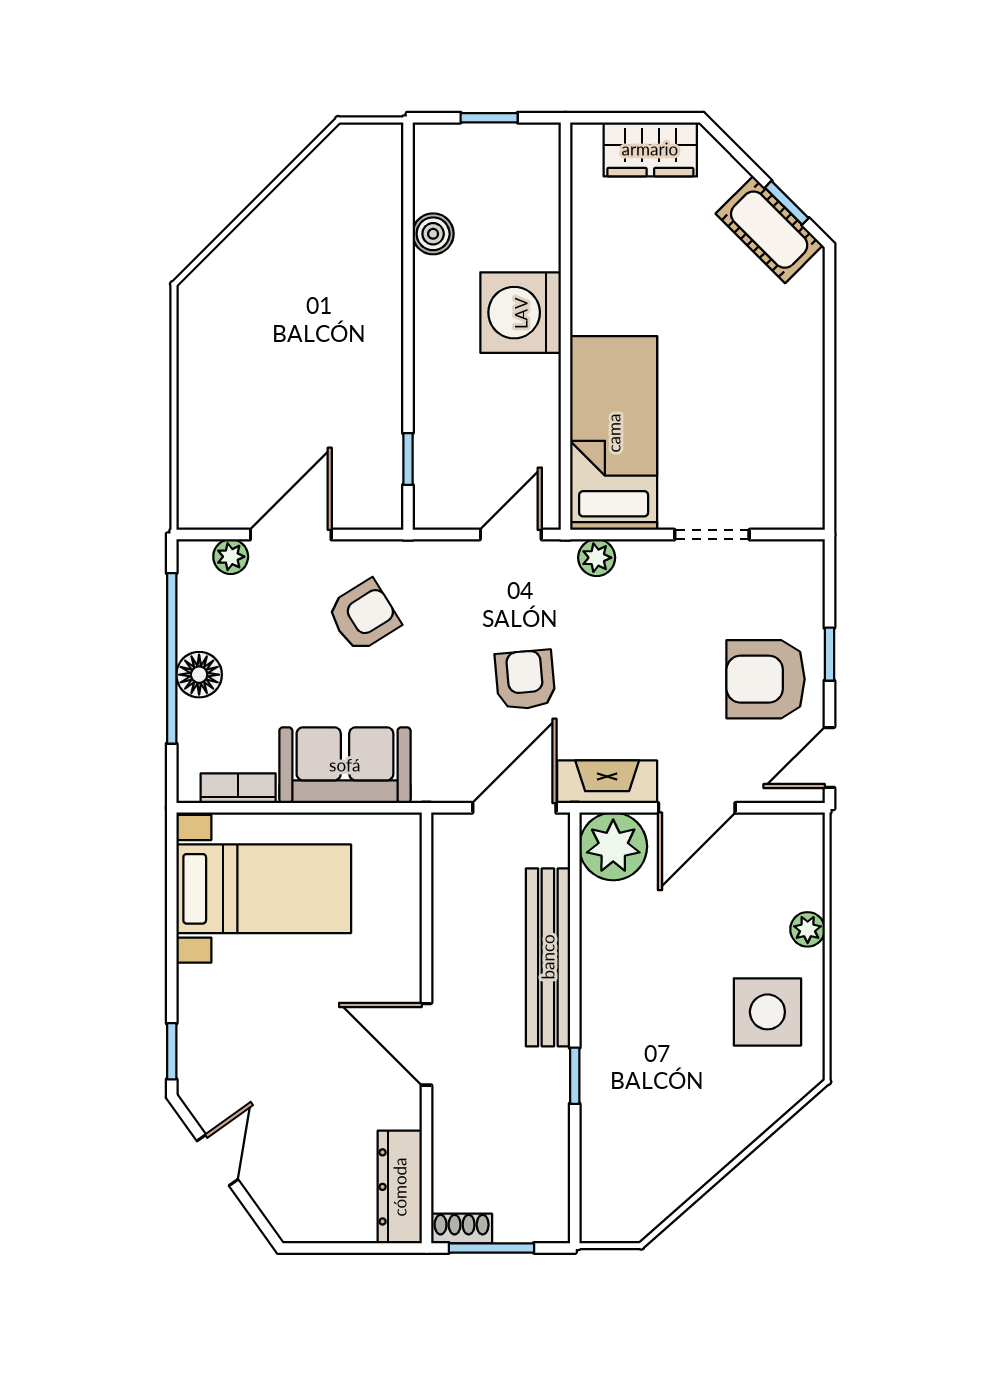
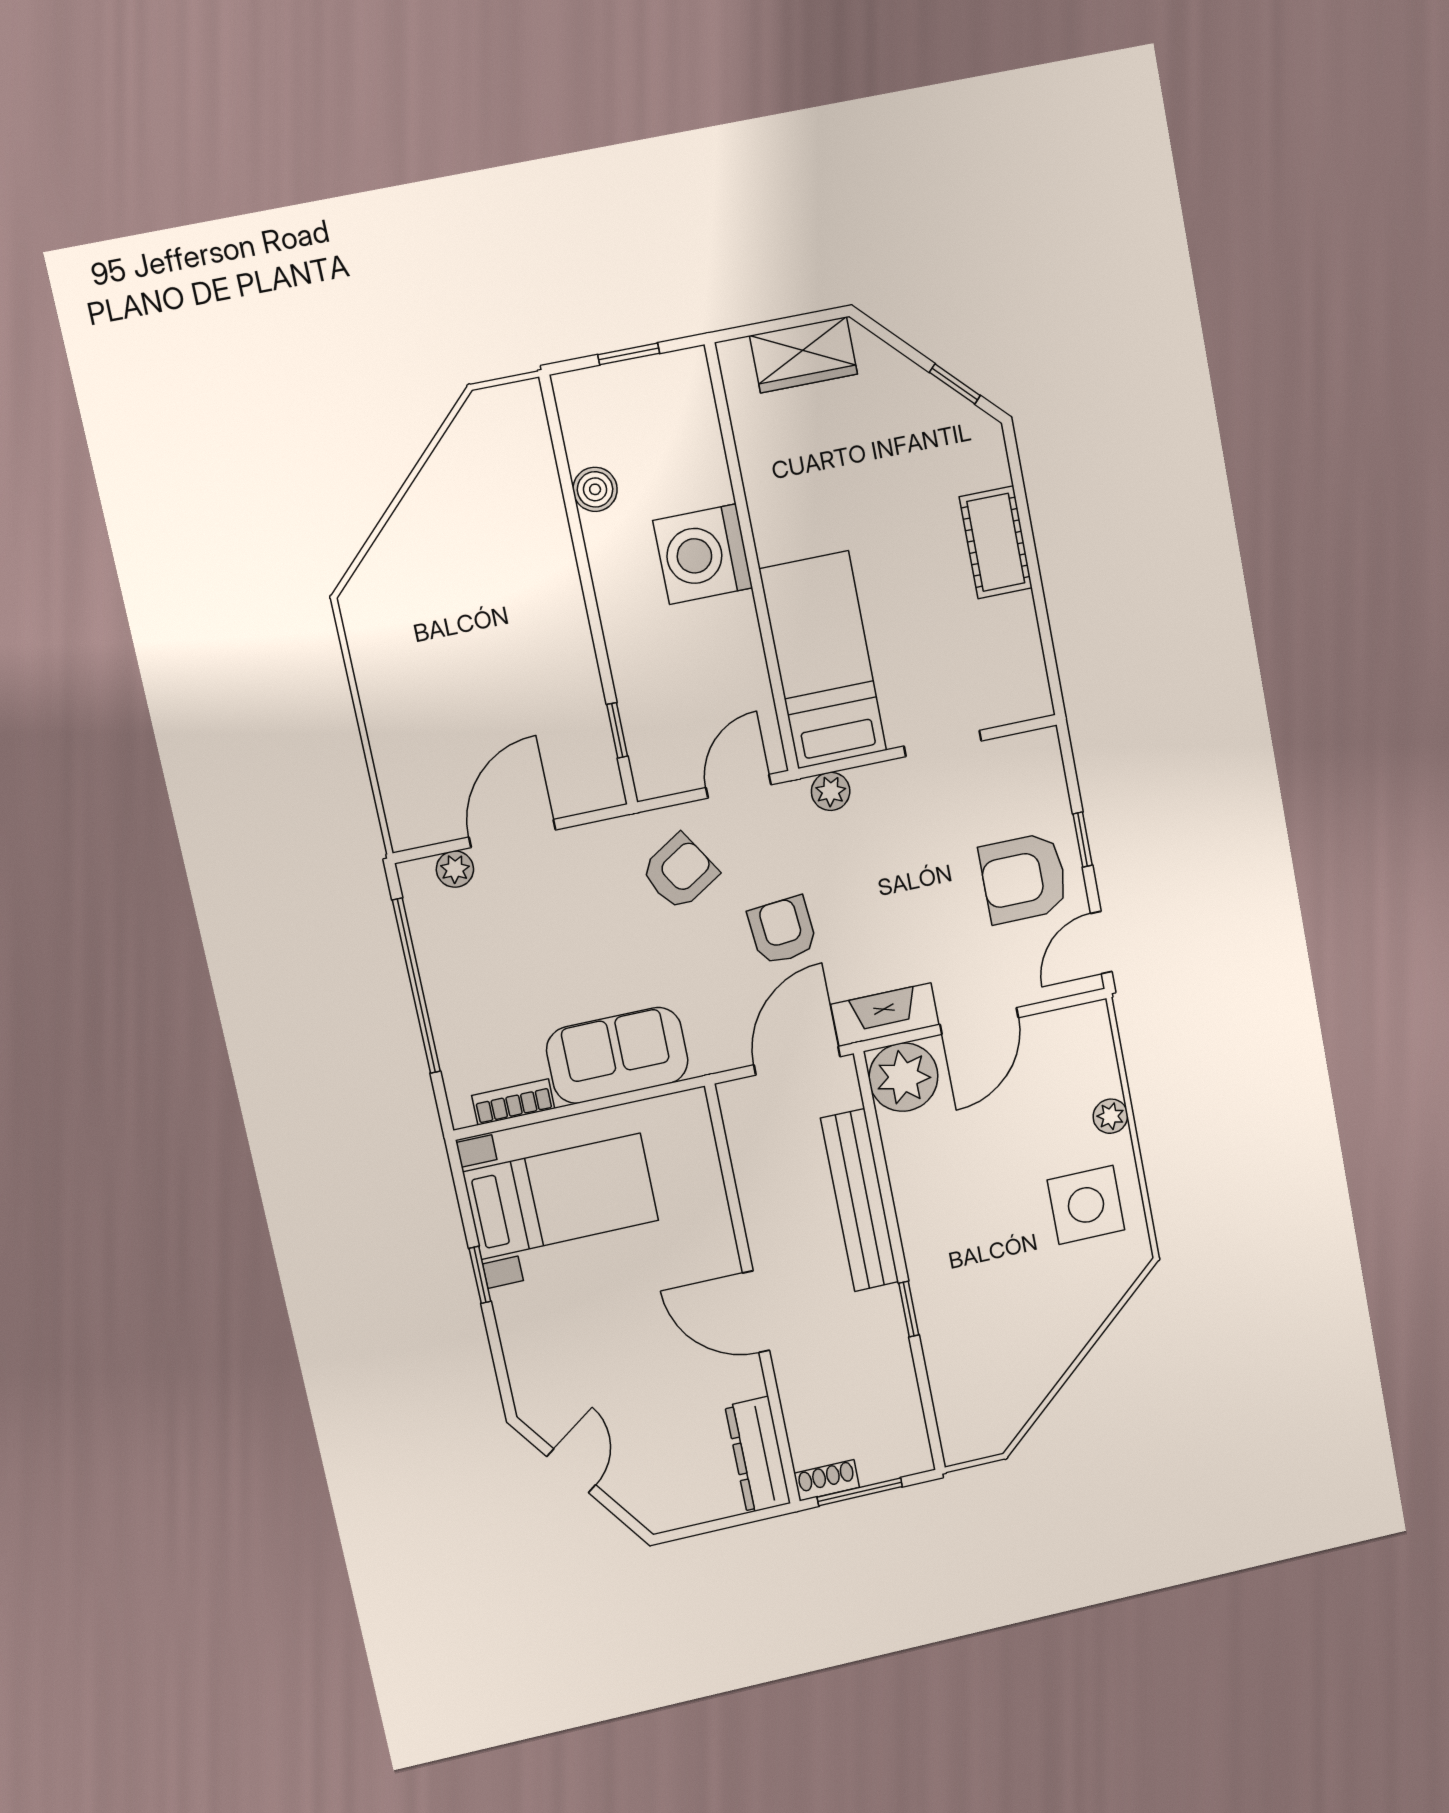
cot: (769, 230) -> (996, 542), moved, turned 45
armchair: (364, 616) -> (680, 872), moved
floor lamp: (199, 675) -> (448, 996), removed
window: (172, 1051) -> (480, 1275), moved

